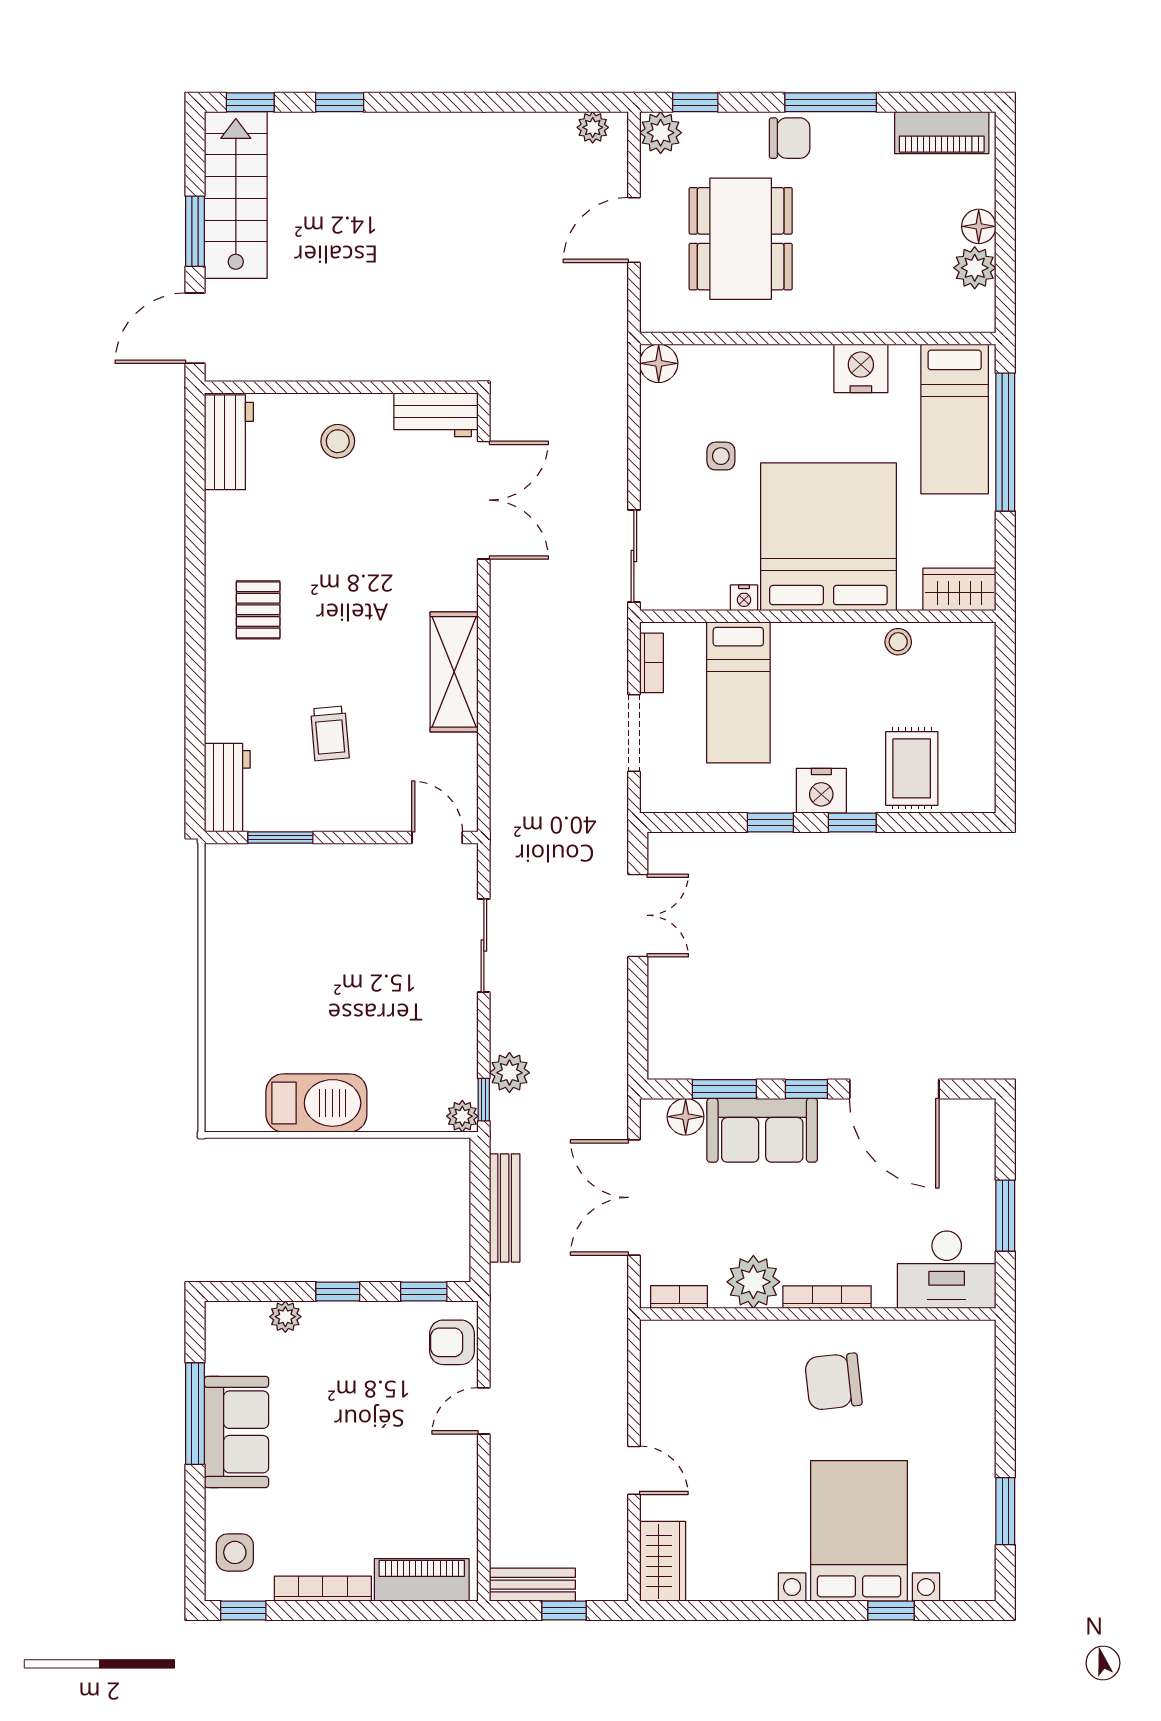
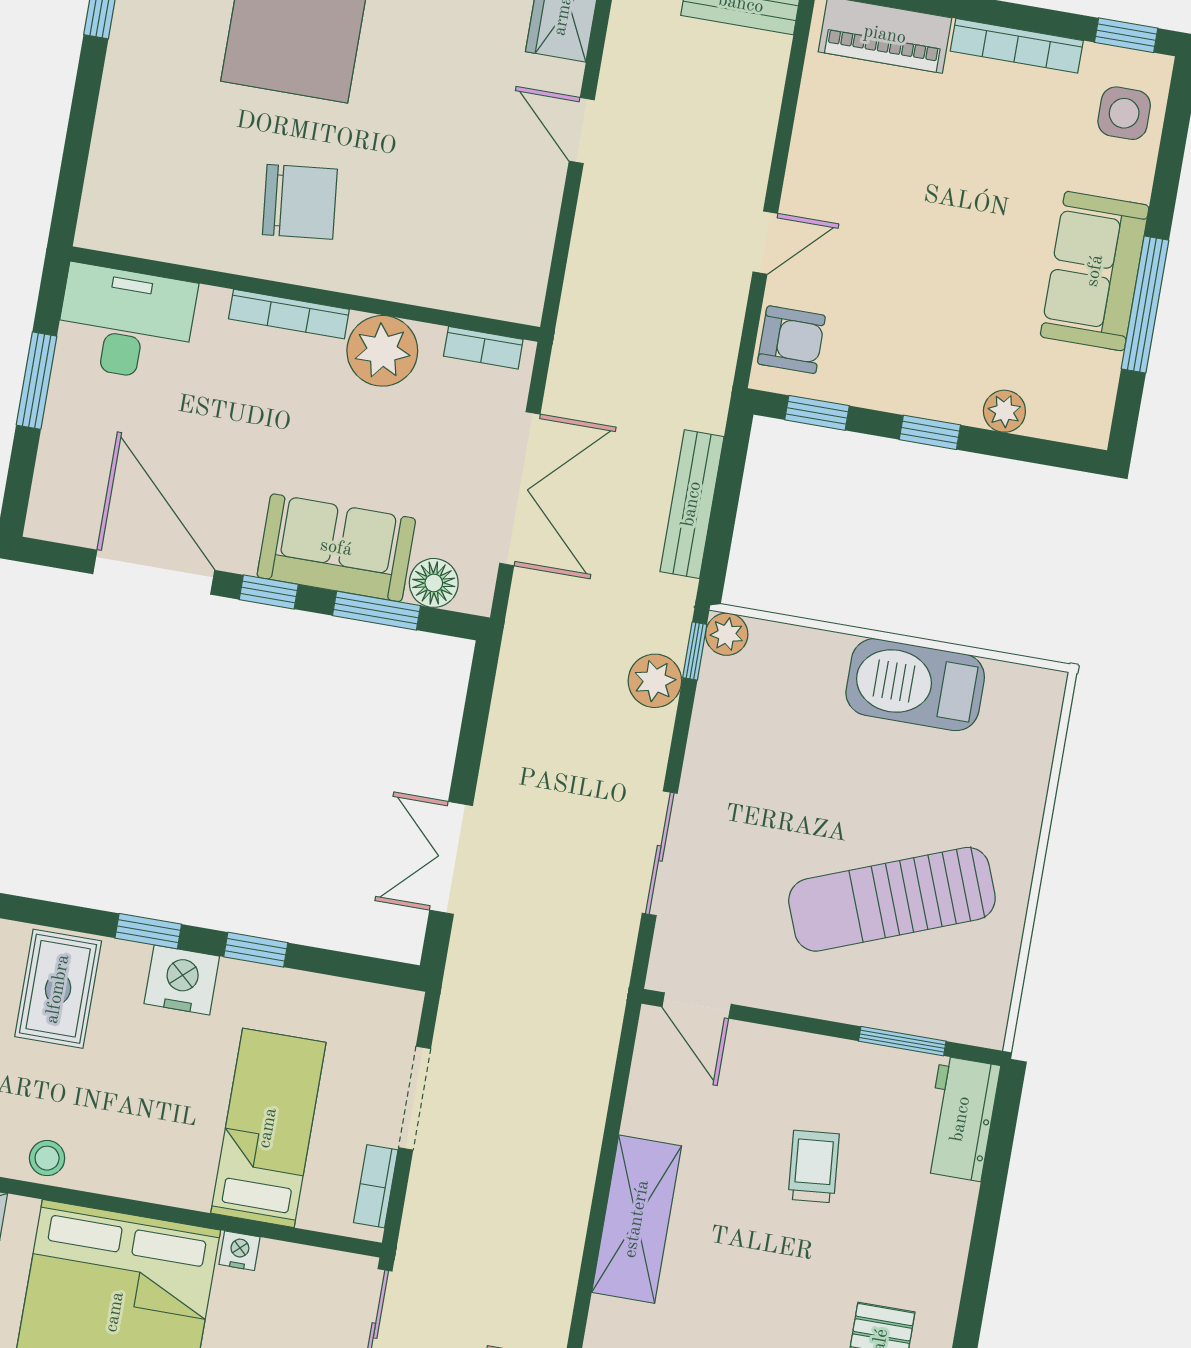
sun lounger: (306, 941) -> (892, 899), added

